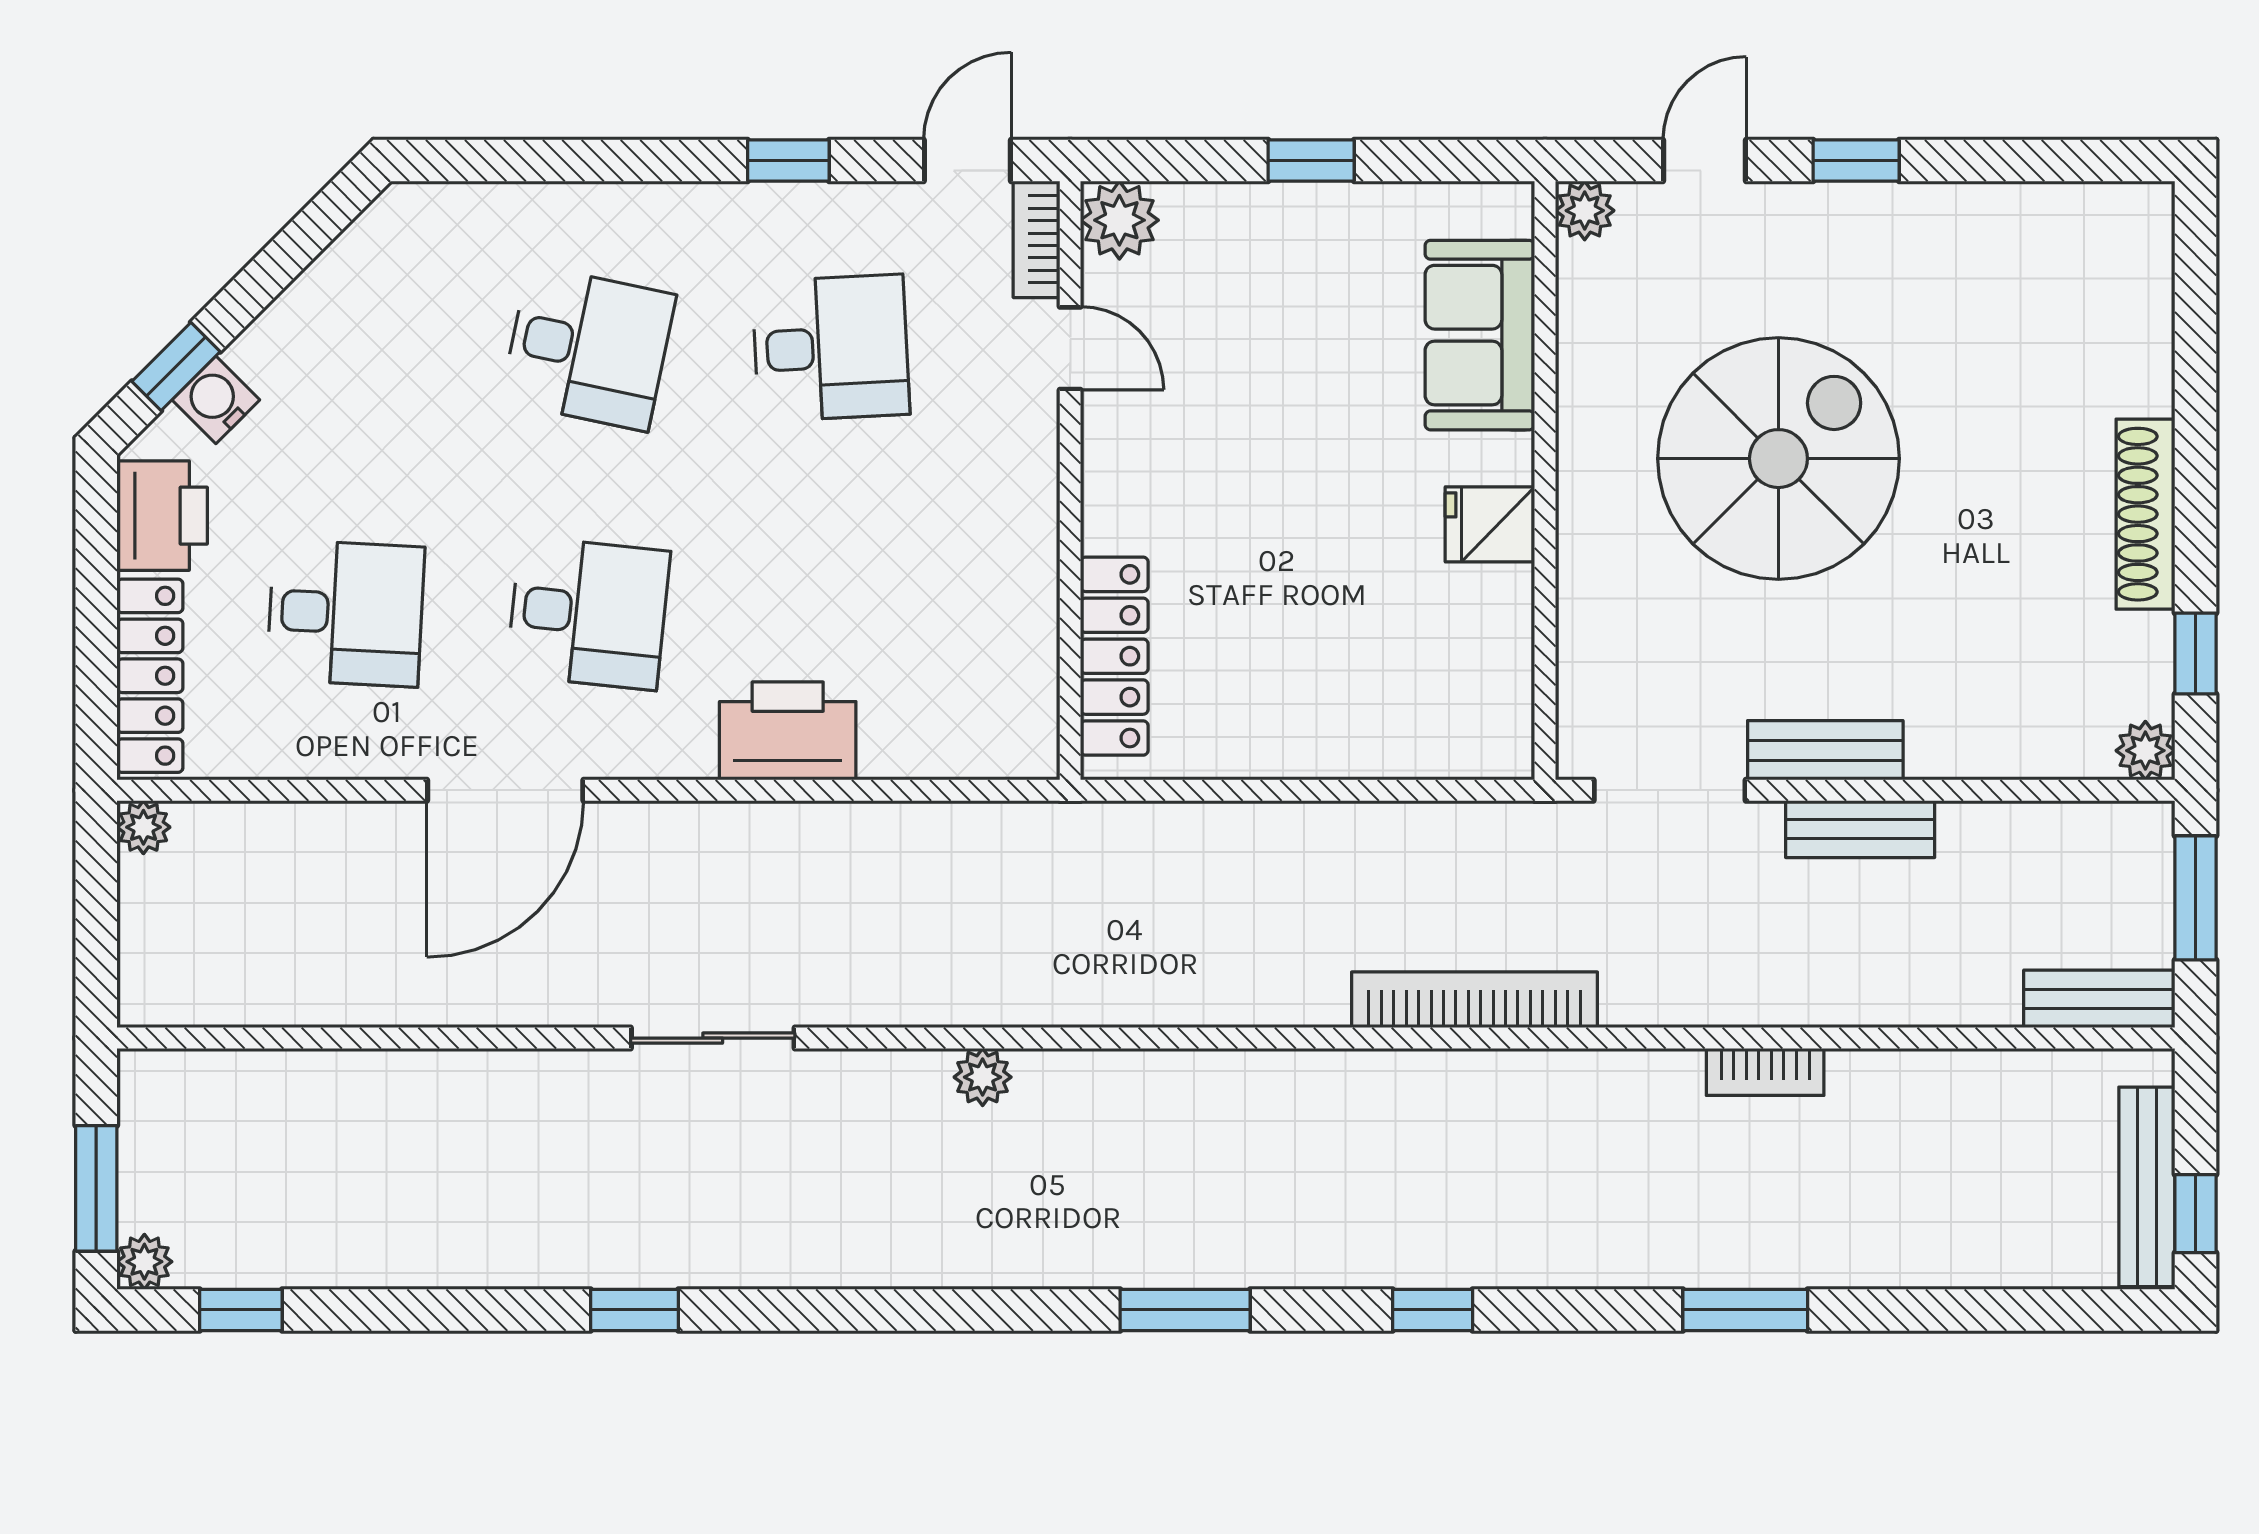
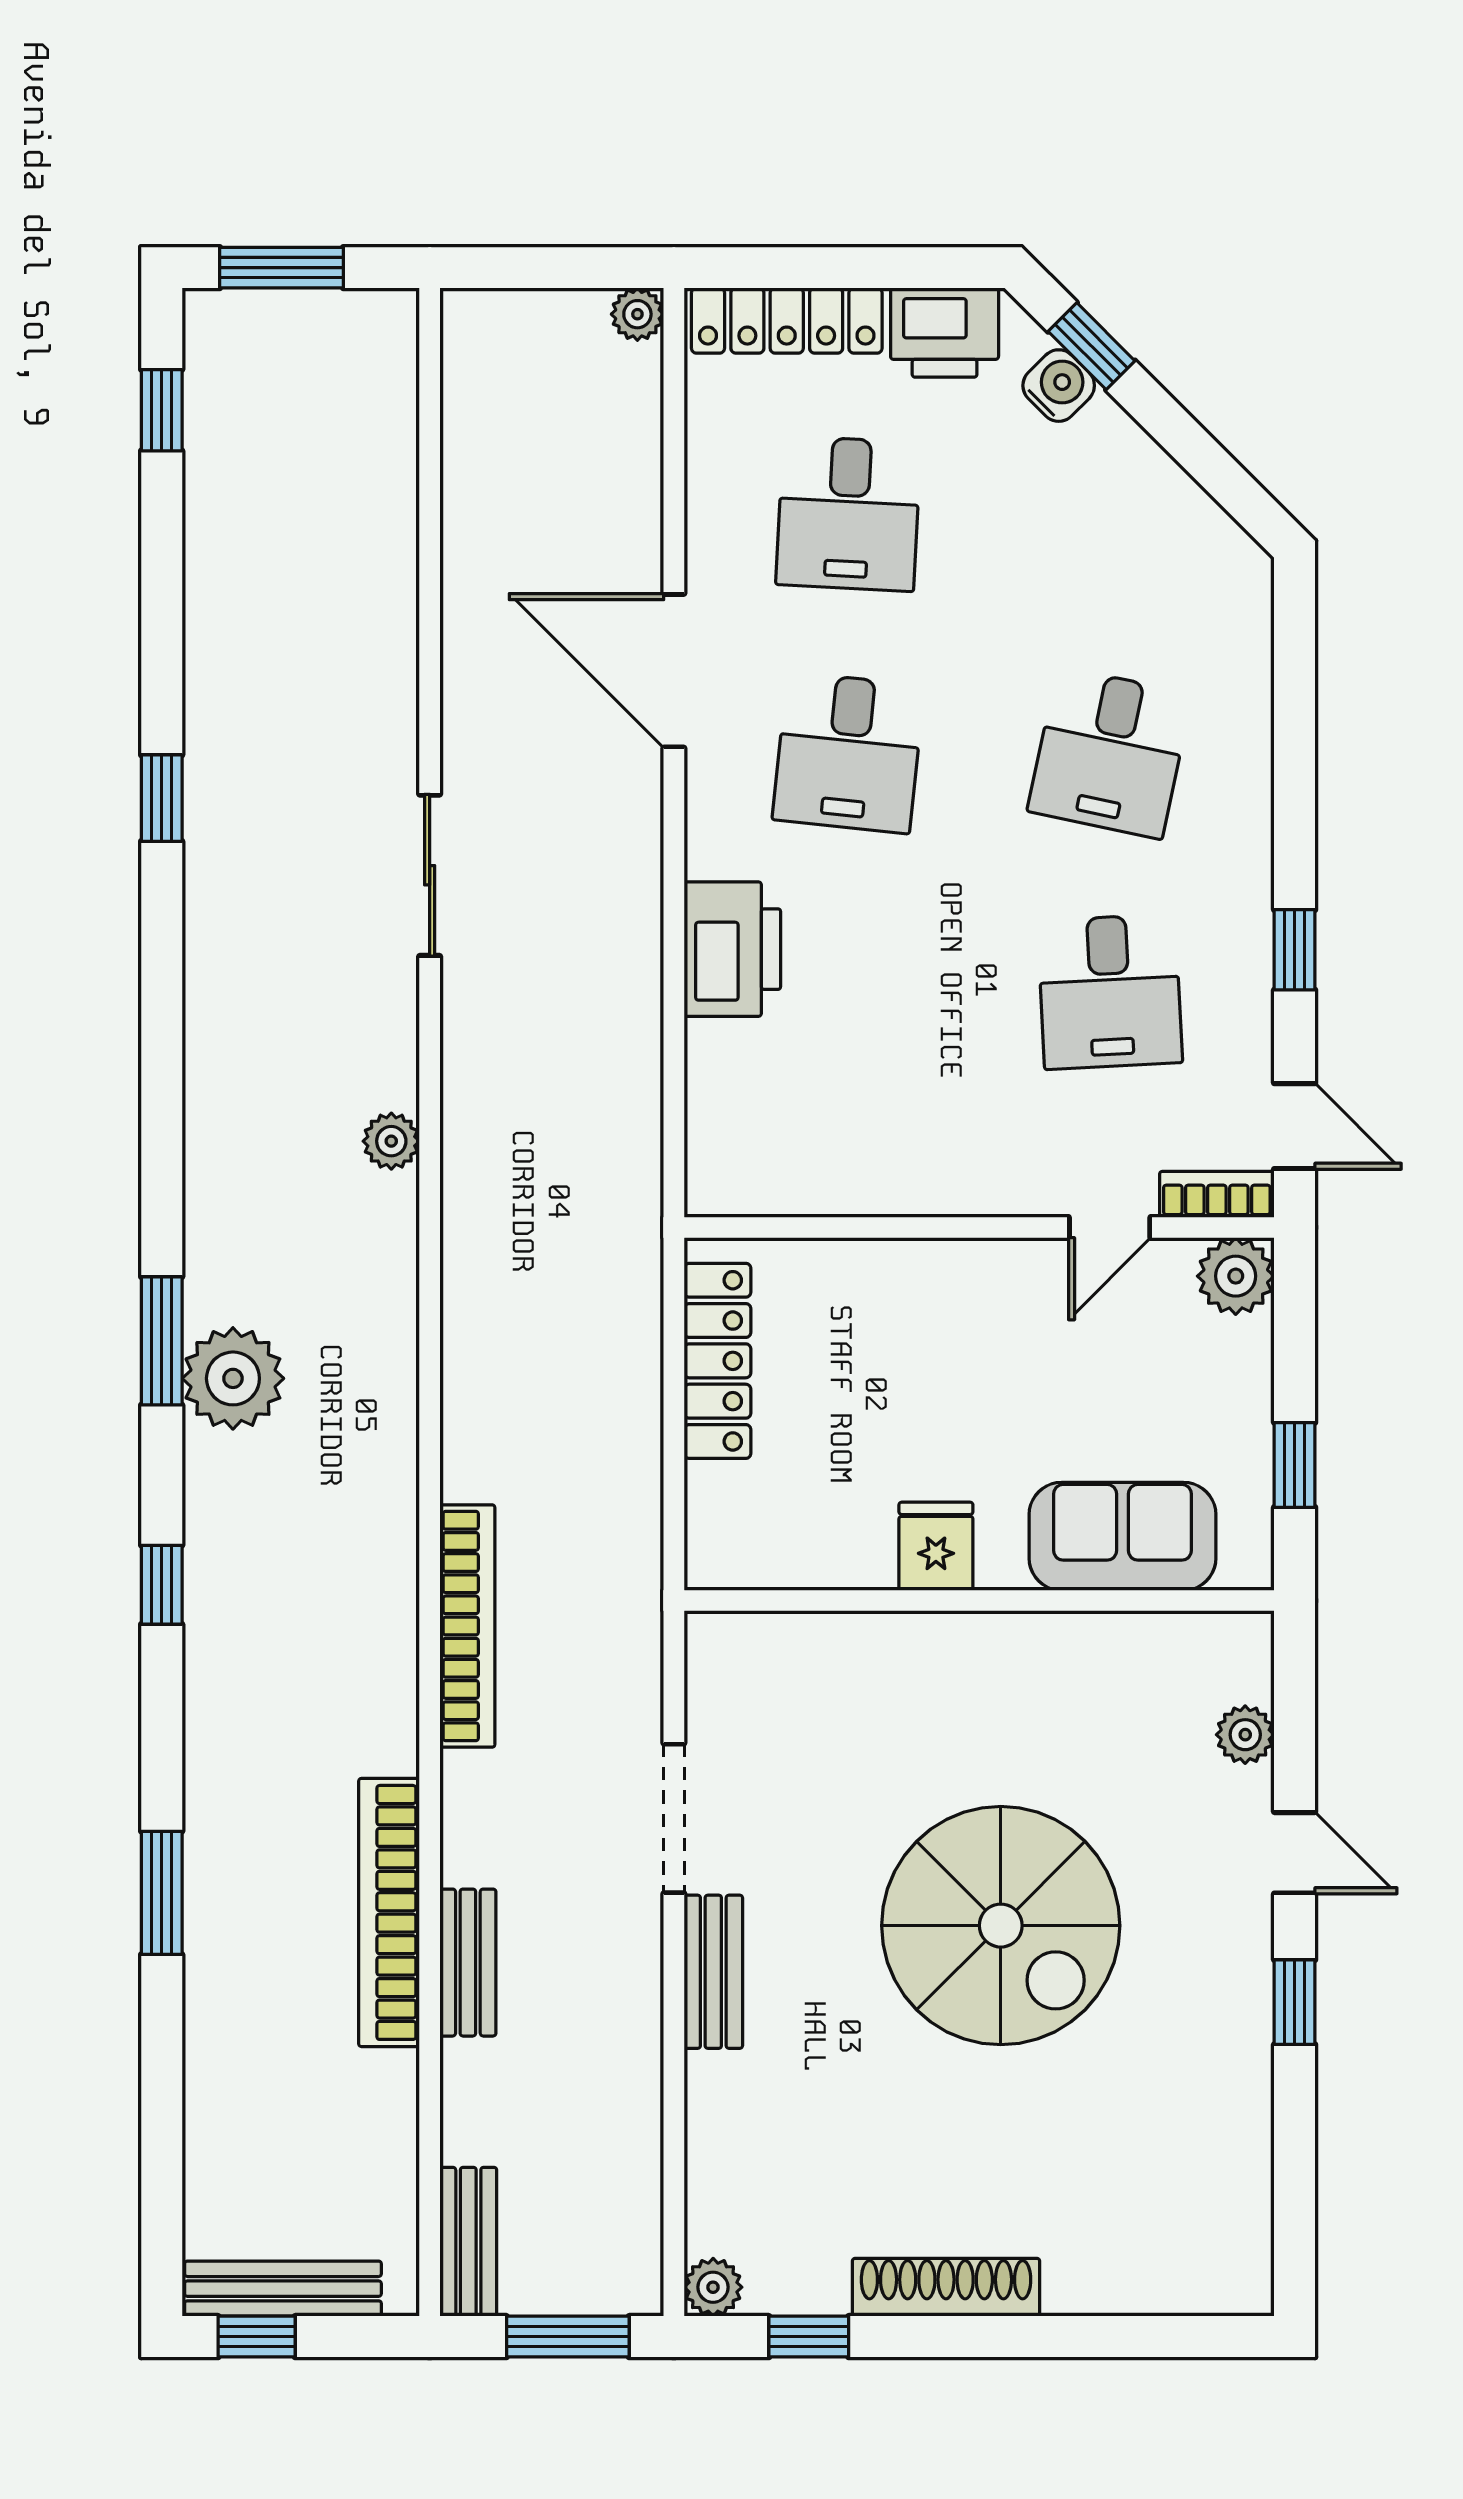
sofa: (1480, 335) -> (1122, 1536), moved
wall: (1545, 481) -> (979, 1601), moved
fridge: (1490, 524) -> (936, 1546), moved
locker: (1114, 656) -> (717, 1361), moved, turned -90
bench: (1860, 829) -> (468, 1963), moved
bookcase: (1765, 1072) -> (389, 1912), width x2.31, depth x1.31
plant: (144, 1262) -> (233, 1378), moved, width x1.87, depth x1.87

